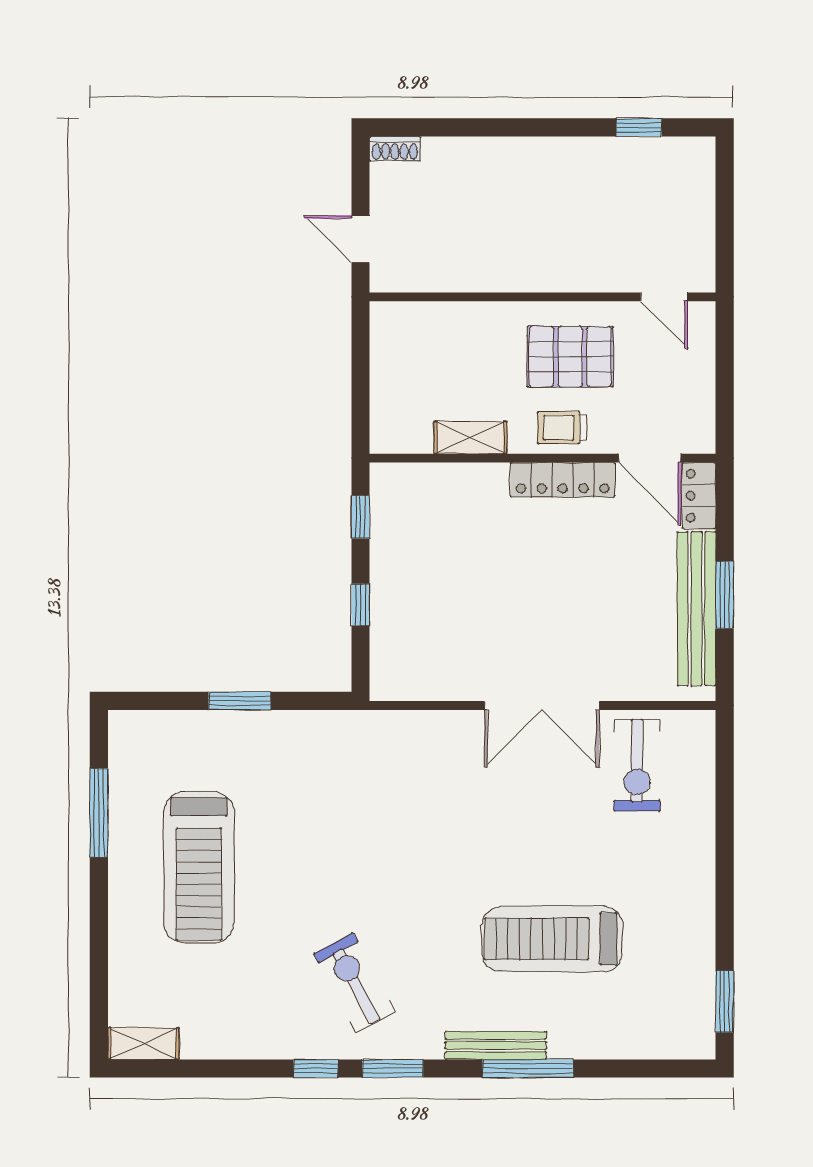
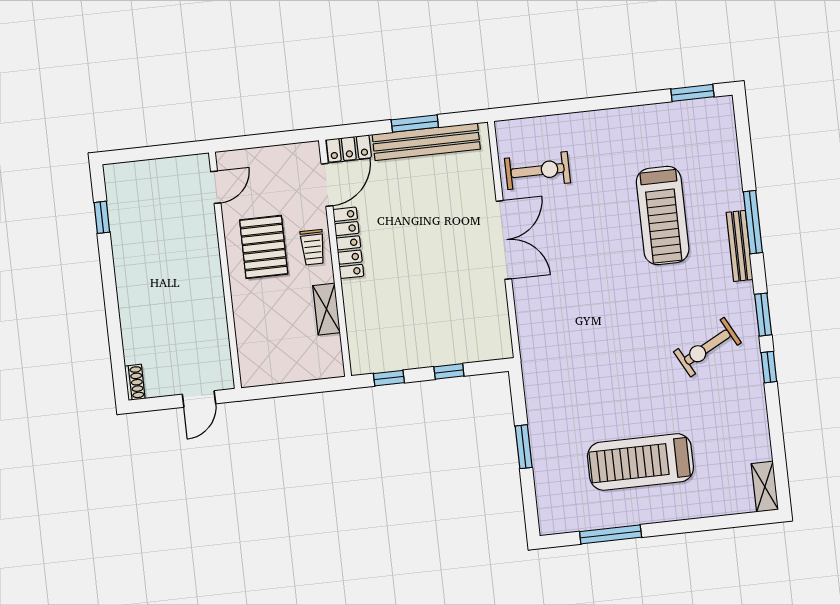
treadmill: (199, 867) -> (640, 462), turned 180

